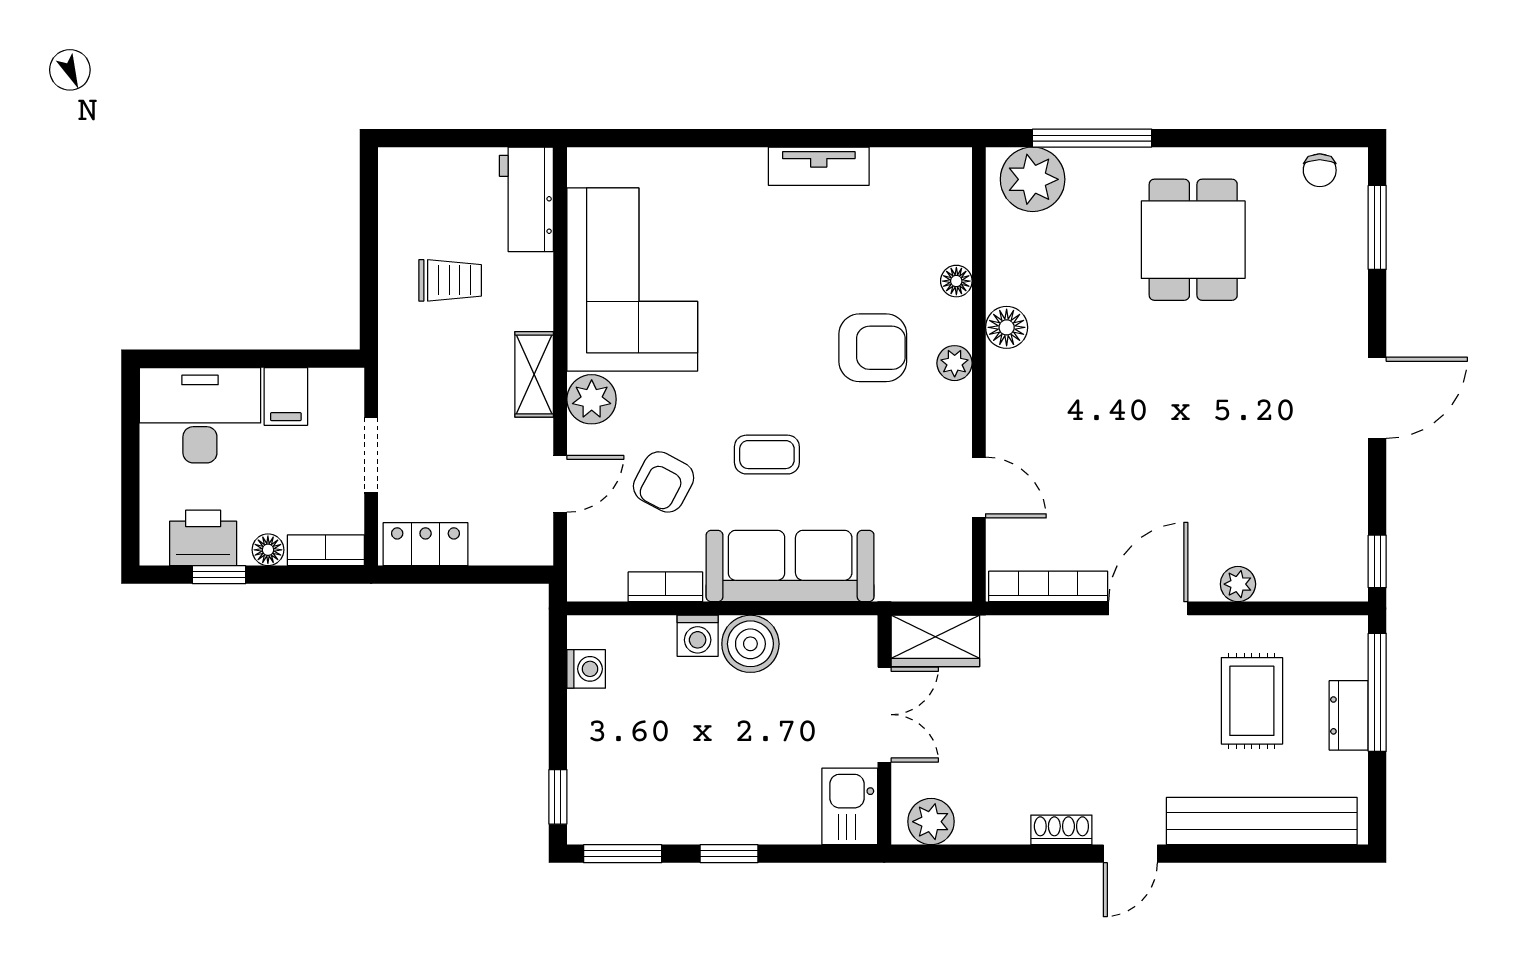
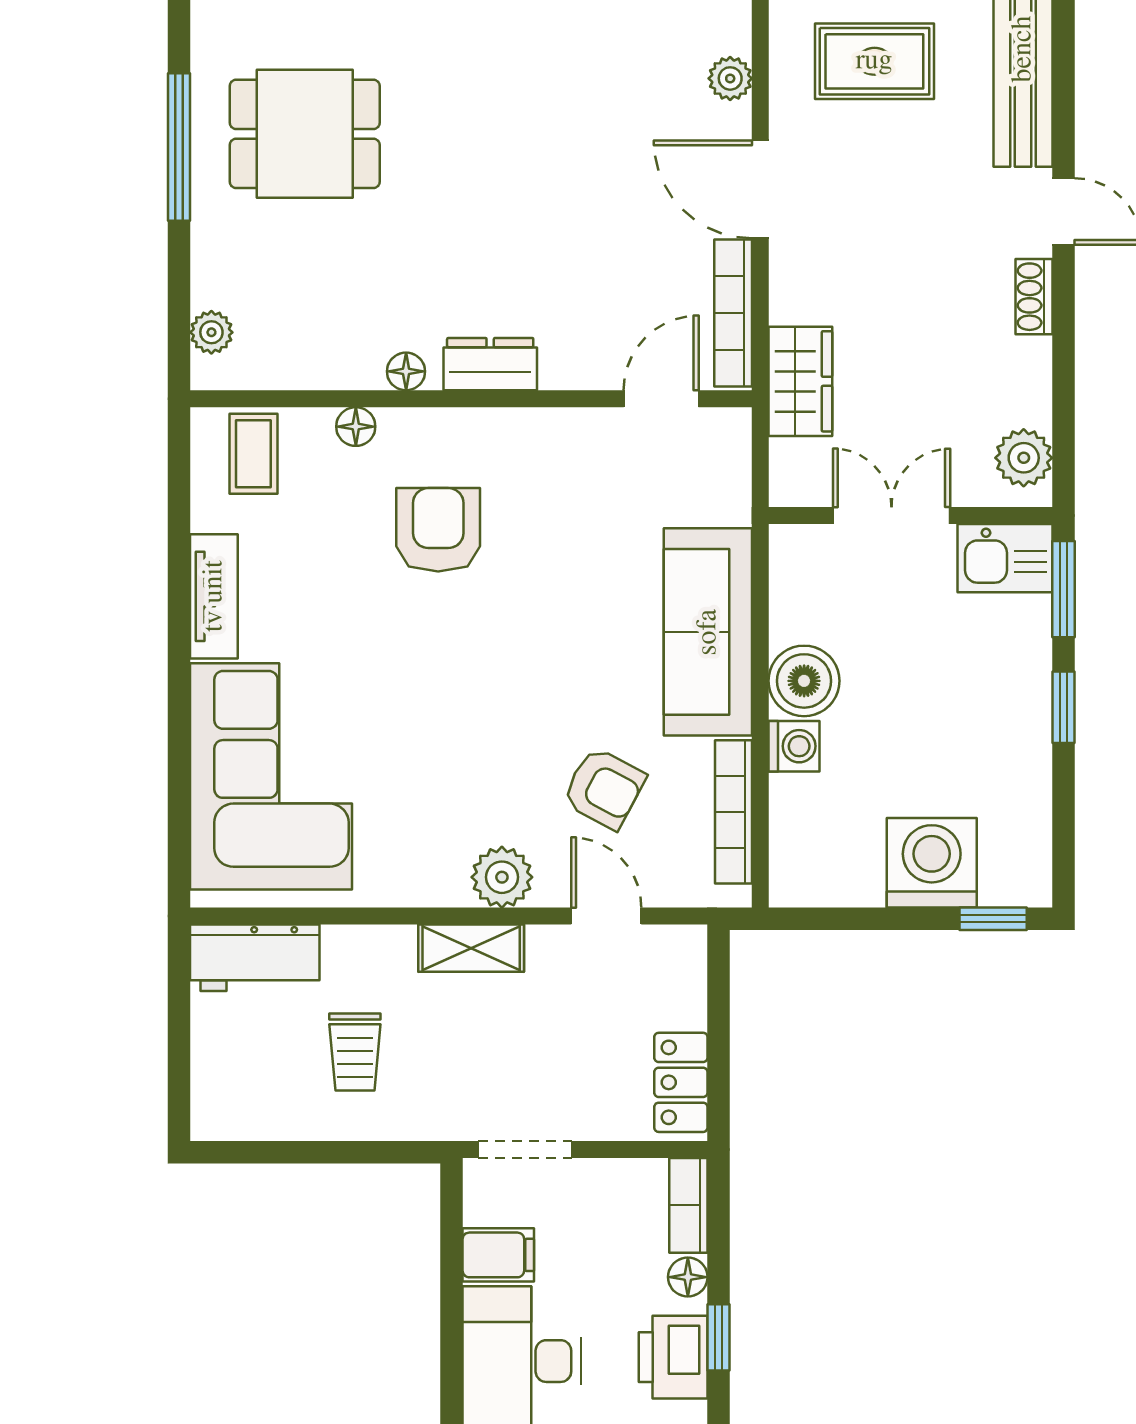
window: (1092, 138) -> (179, 147), moved
plant: (1033, 179) -> (211, 332), width x0.53, depth x0.53
corner sofa: (632, 279) -> (271, 776), moved, turned 90
trolley: (450, 280) -> (355, 1052), turned 180
floor lamp: (1007, 327) -> (406, 371), width x0.73, depth x0.73
plant: (955, 363) -> (457, 429), removed
dresser: (1007, 390) -> (490, 364), added
doorway: (371, 455) -> (525, 1150), moved
coffee table: (767, 455) -> (253, 454), moved
door: (979, 488) -> (661, 399), moved
bookcase: (665, 587) -> (734, 812), width x1.56
wardrobe: (935, 641) -> (800, 381), moved
washing machine: (586, 669) -> (932, 863), moved, width x1.89, depth x1.89
window: (623, 854) -> (1063, 589), moved

